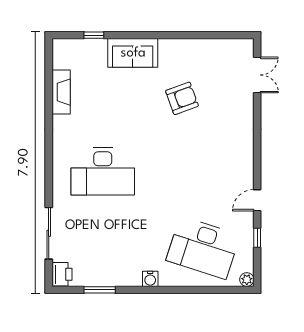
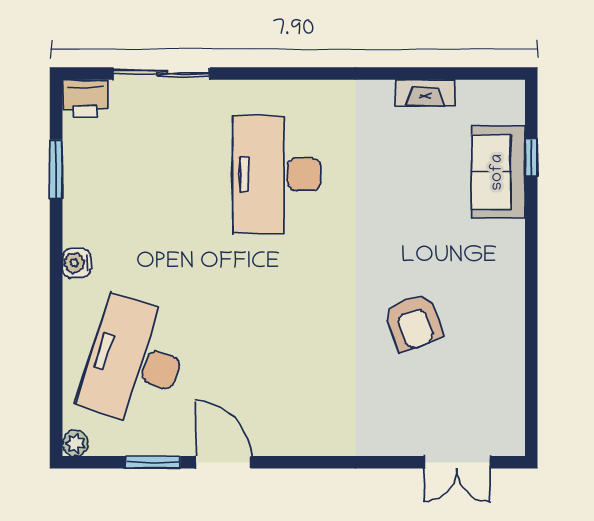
sofa: (133, 53) -> (498, 172), moved
fireplace: (61, 92) -> (425, 93), width x0.73, depth x0.76
door: (257, 200) -> (223, 462), width x1.38
window: (257, 238) -> (153, 462), width x1.50

